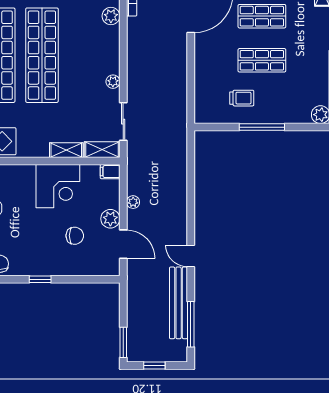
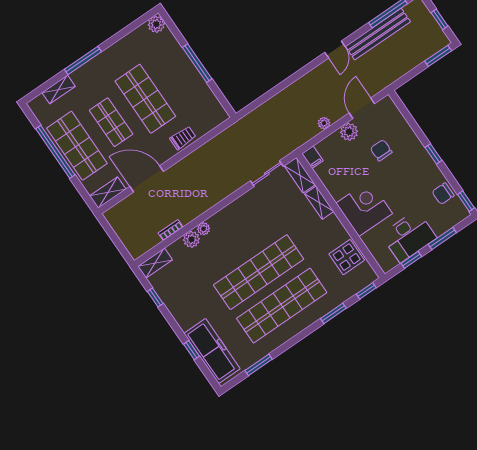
shop shelf: (262, 60) -> (145, 99), width x1.43, depth x1.36
plant: (113, 82) -> (204, 229), moved
trolley: (242, 98) -> (183, 138), moved, turned 90
corner desk: (58, 186) -> (364, 208), moved

